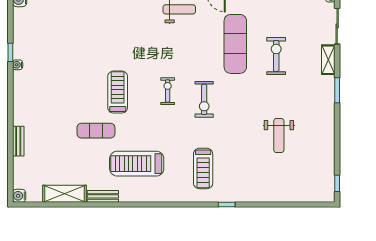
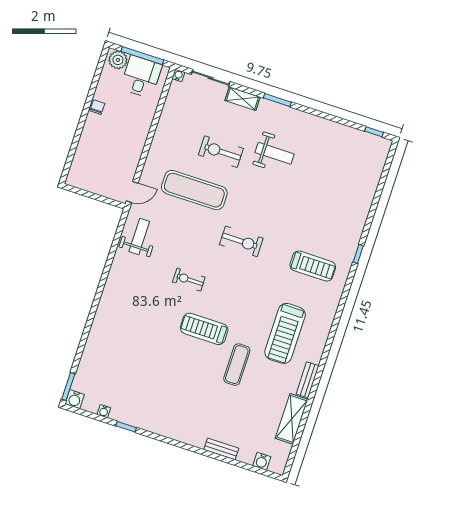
water cooler: (18, 65) -> (104, 411), moved
exercise bike: (168, 91) -> (189, 280), moved
weight bench: (279, 136) -> (275, 153), moved
water cooler: (19, 196) -> (262, 461), moved

